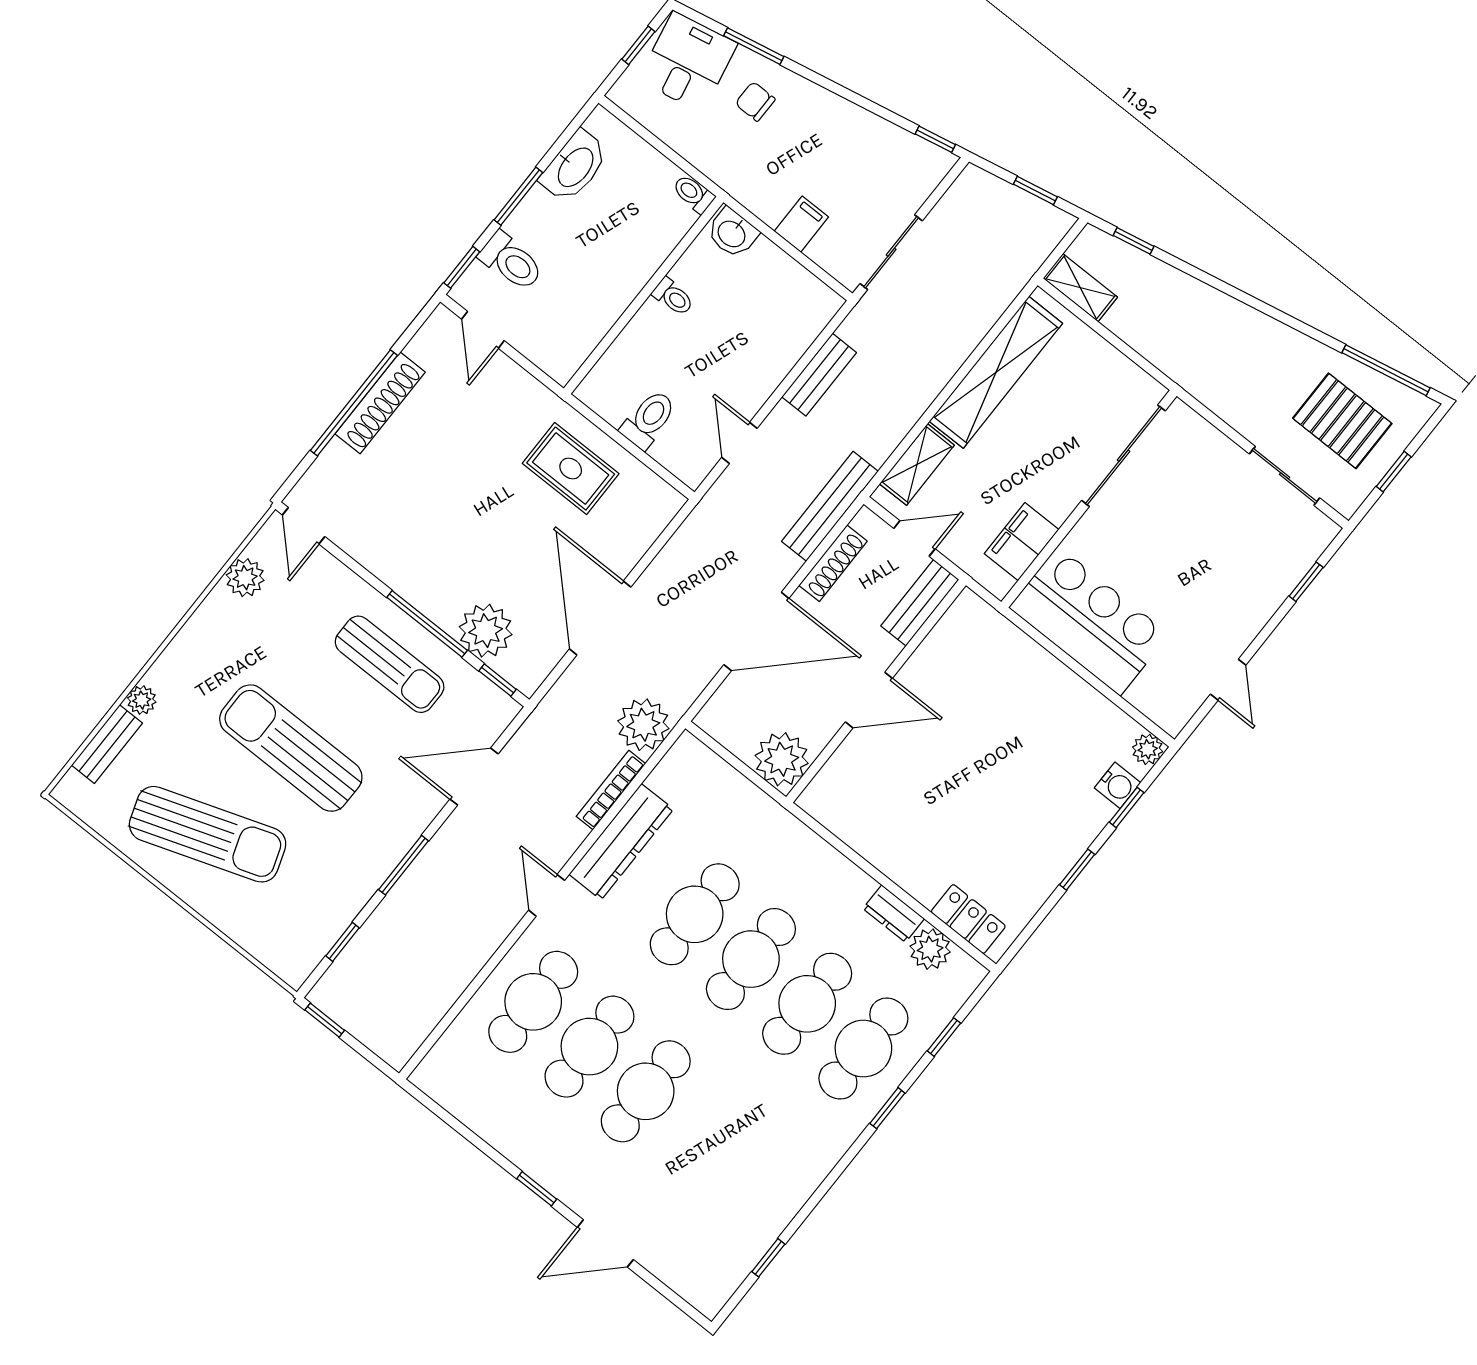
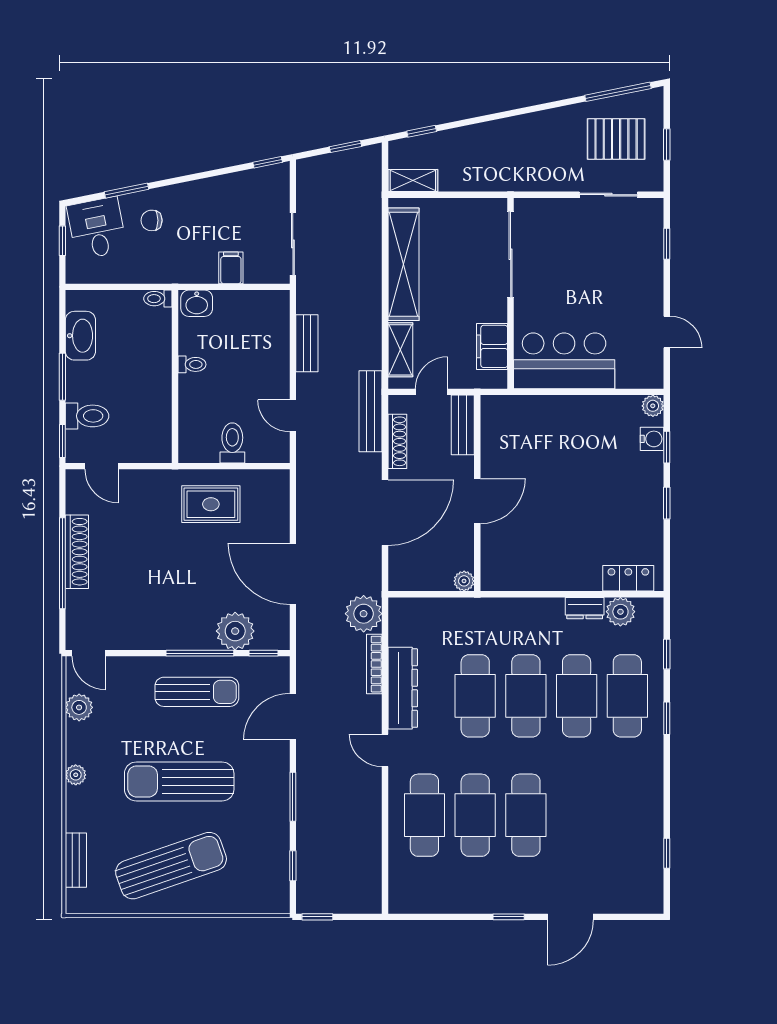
plant: (142, 700) -> (76, 775), moved
plant: (782, 759) -> (464, 581), width x0.53, depth x0.53

